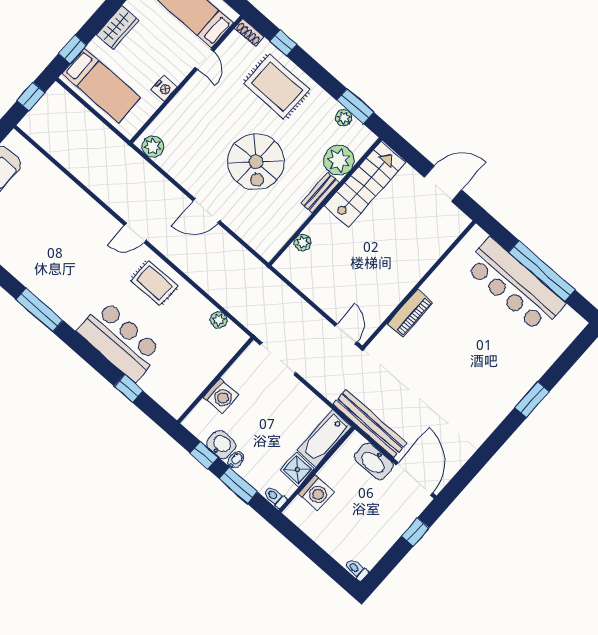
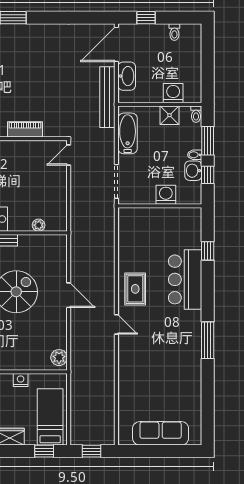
plant: (219, 320) -> (124, 234), removed
bathtub: (324, 438) -> (128, 133), moved, turned -90
toilet: (356, 570) -> (174, 32), moved

